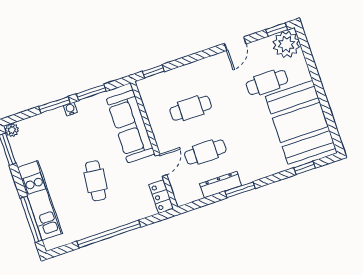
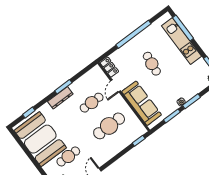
cafe table: (191, 108) -> (109, 126), width x1.37, depth x1.35
dresser: (221, 185) -> (60, 98), moved

